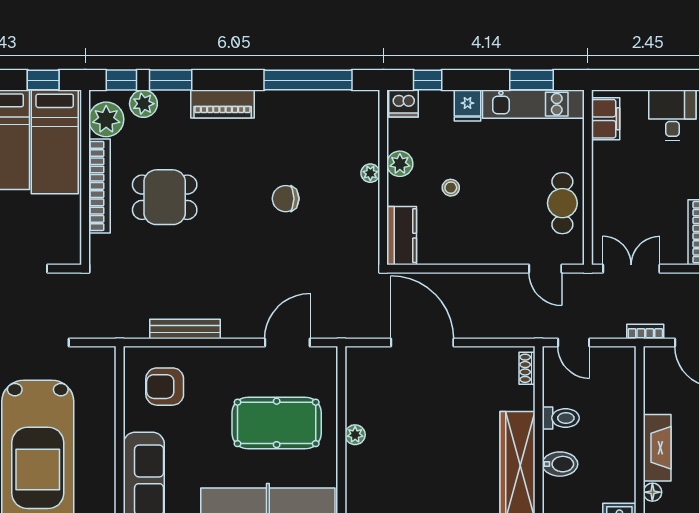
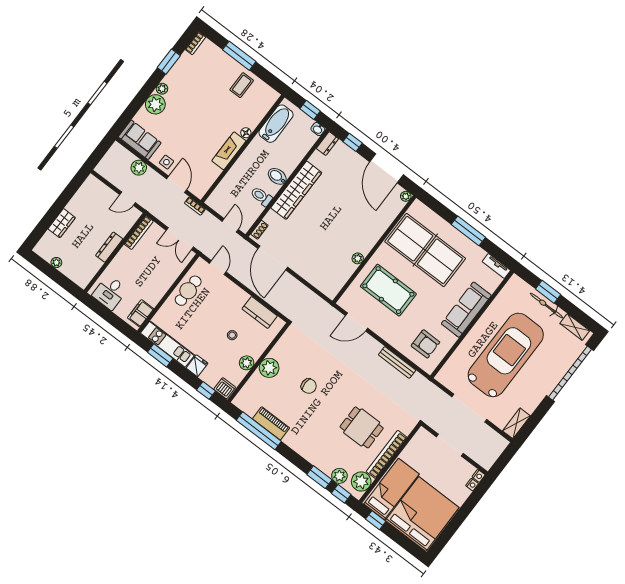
piano: (223, 104) -> (271, 423), moved
plant: (370, 173) -> (269, 368), width x1.87, depth x1.87
kitchen counter: (402, 236) -> (260, 312), moved, turned -90
door: (422, 343) -> (273, 258), moved

